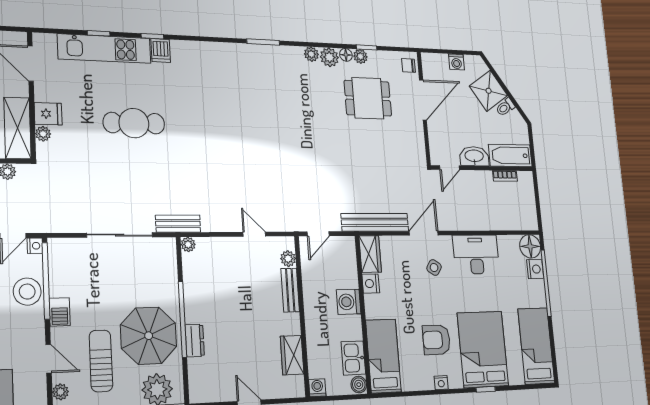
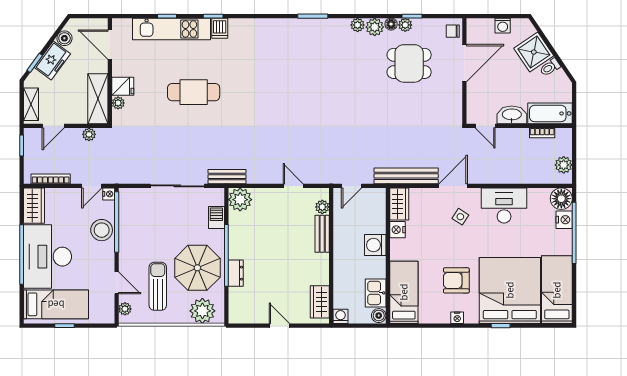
door: (449, 168) -> (485, 126), hinge flipped
plant: (529, 210) -> (564, 165), added
plant: (188, 244) -> (240, 200), width x1.87, depth x1.87
barbecue: (60, 312) -> (216, 218), moved, turned 180
bed: (483, 349) -> (510, 290), width x1.36
wardrobe: (292, 355) -> (320, 302), moved

